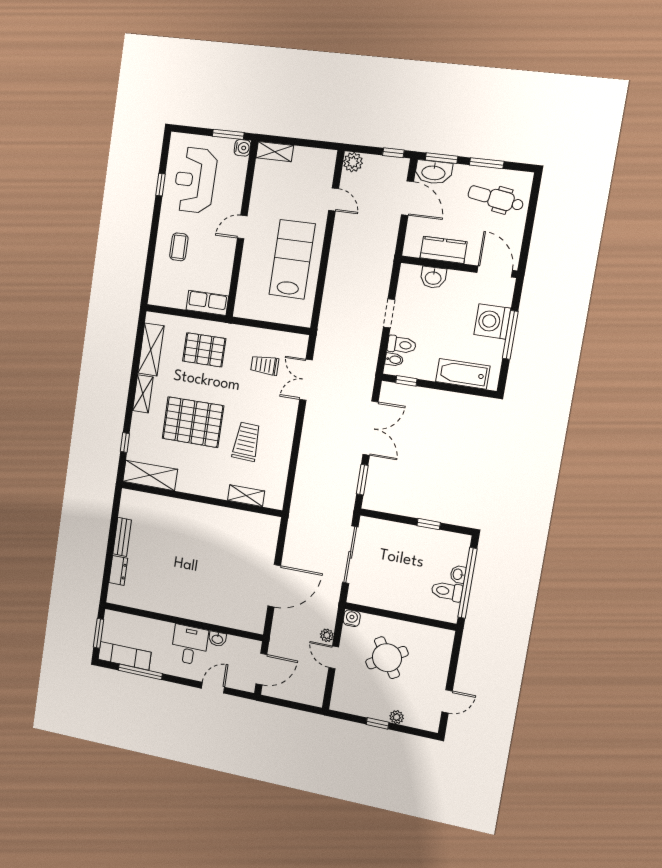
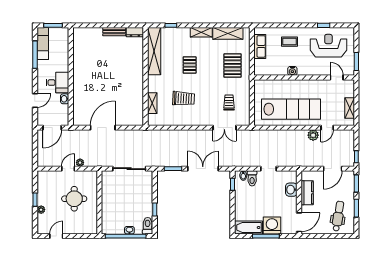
water cooler: (242, 148) -> (292, 71), moved
shelving: (275, 152) -> (350, 108), moved
plant: (353, 162) -> (313, 135), moved
washbasin: (433, 172) -> (348, 180), removed
door: (242, 227) -> (337, 77), moved
lab bench: (292, 259) -> (291, 109), width x1.36
row of seats: (207, 303) -> (260, 46), moved
bathtub: (463, 374) -> (248, 228), moved, turned -90
double door: (306, 380) -> (224, 128), swing flipped
pallet: (193, 422) -> (190, 65), width x0.49, depth x0.50
double door: (371, 428) -> (203, 169), swing flipped
shelving: (150, 475) -> (154, 51), width x1.47
dresser: (118, 570) -> (135, 32), moved
door: (274, 586) -> (103, 128), swing flipped
toilet: (447, 591) -> (148, 226), moved
water cooler: (352, 618) -> (93, 175), removed
round table: (387, 658) -> (74, 199), turned 32
door: (261, 669) -> (52, 128), hinge flipped
door: (213, 688) -> (35, 100), hinge flipped
door: (447, 701) -> (56, 236), swing flipped

